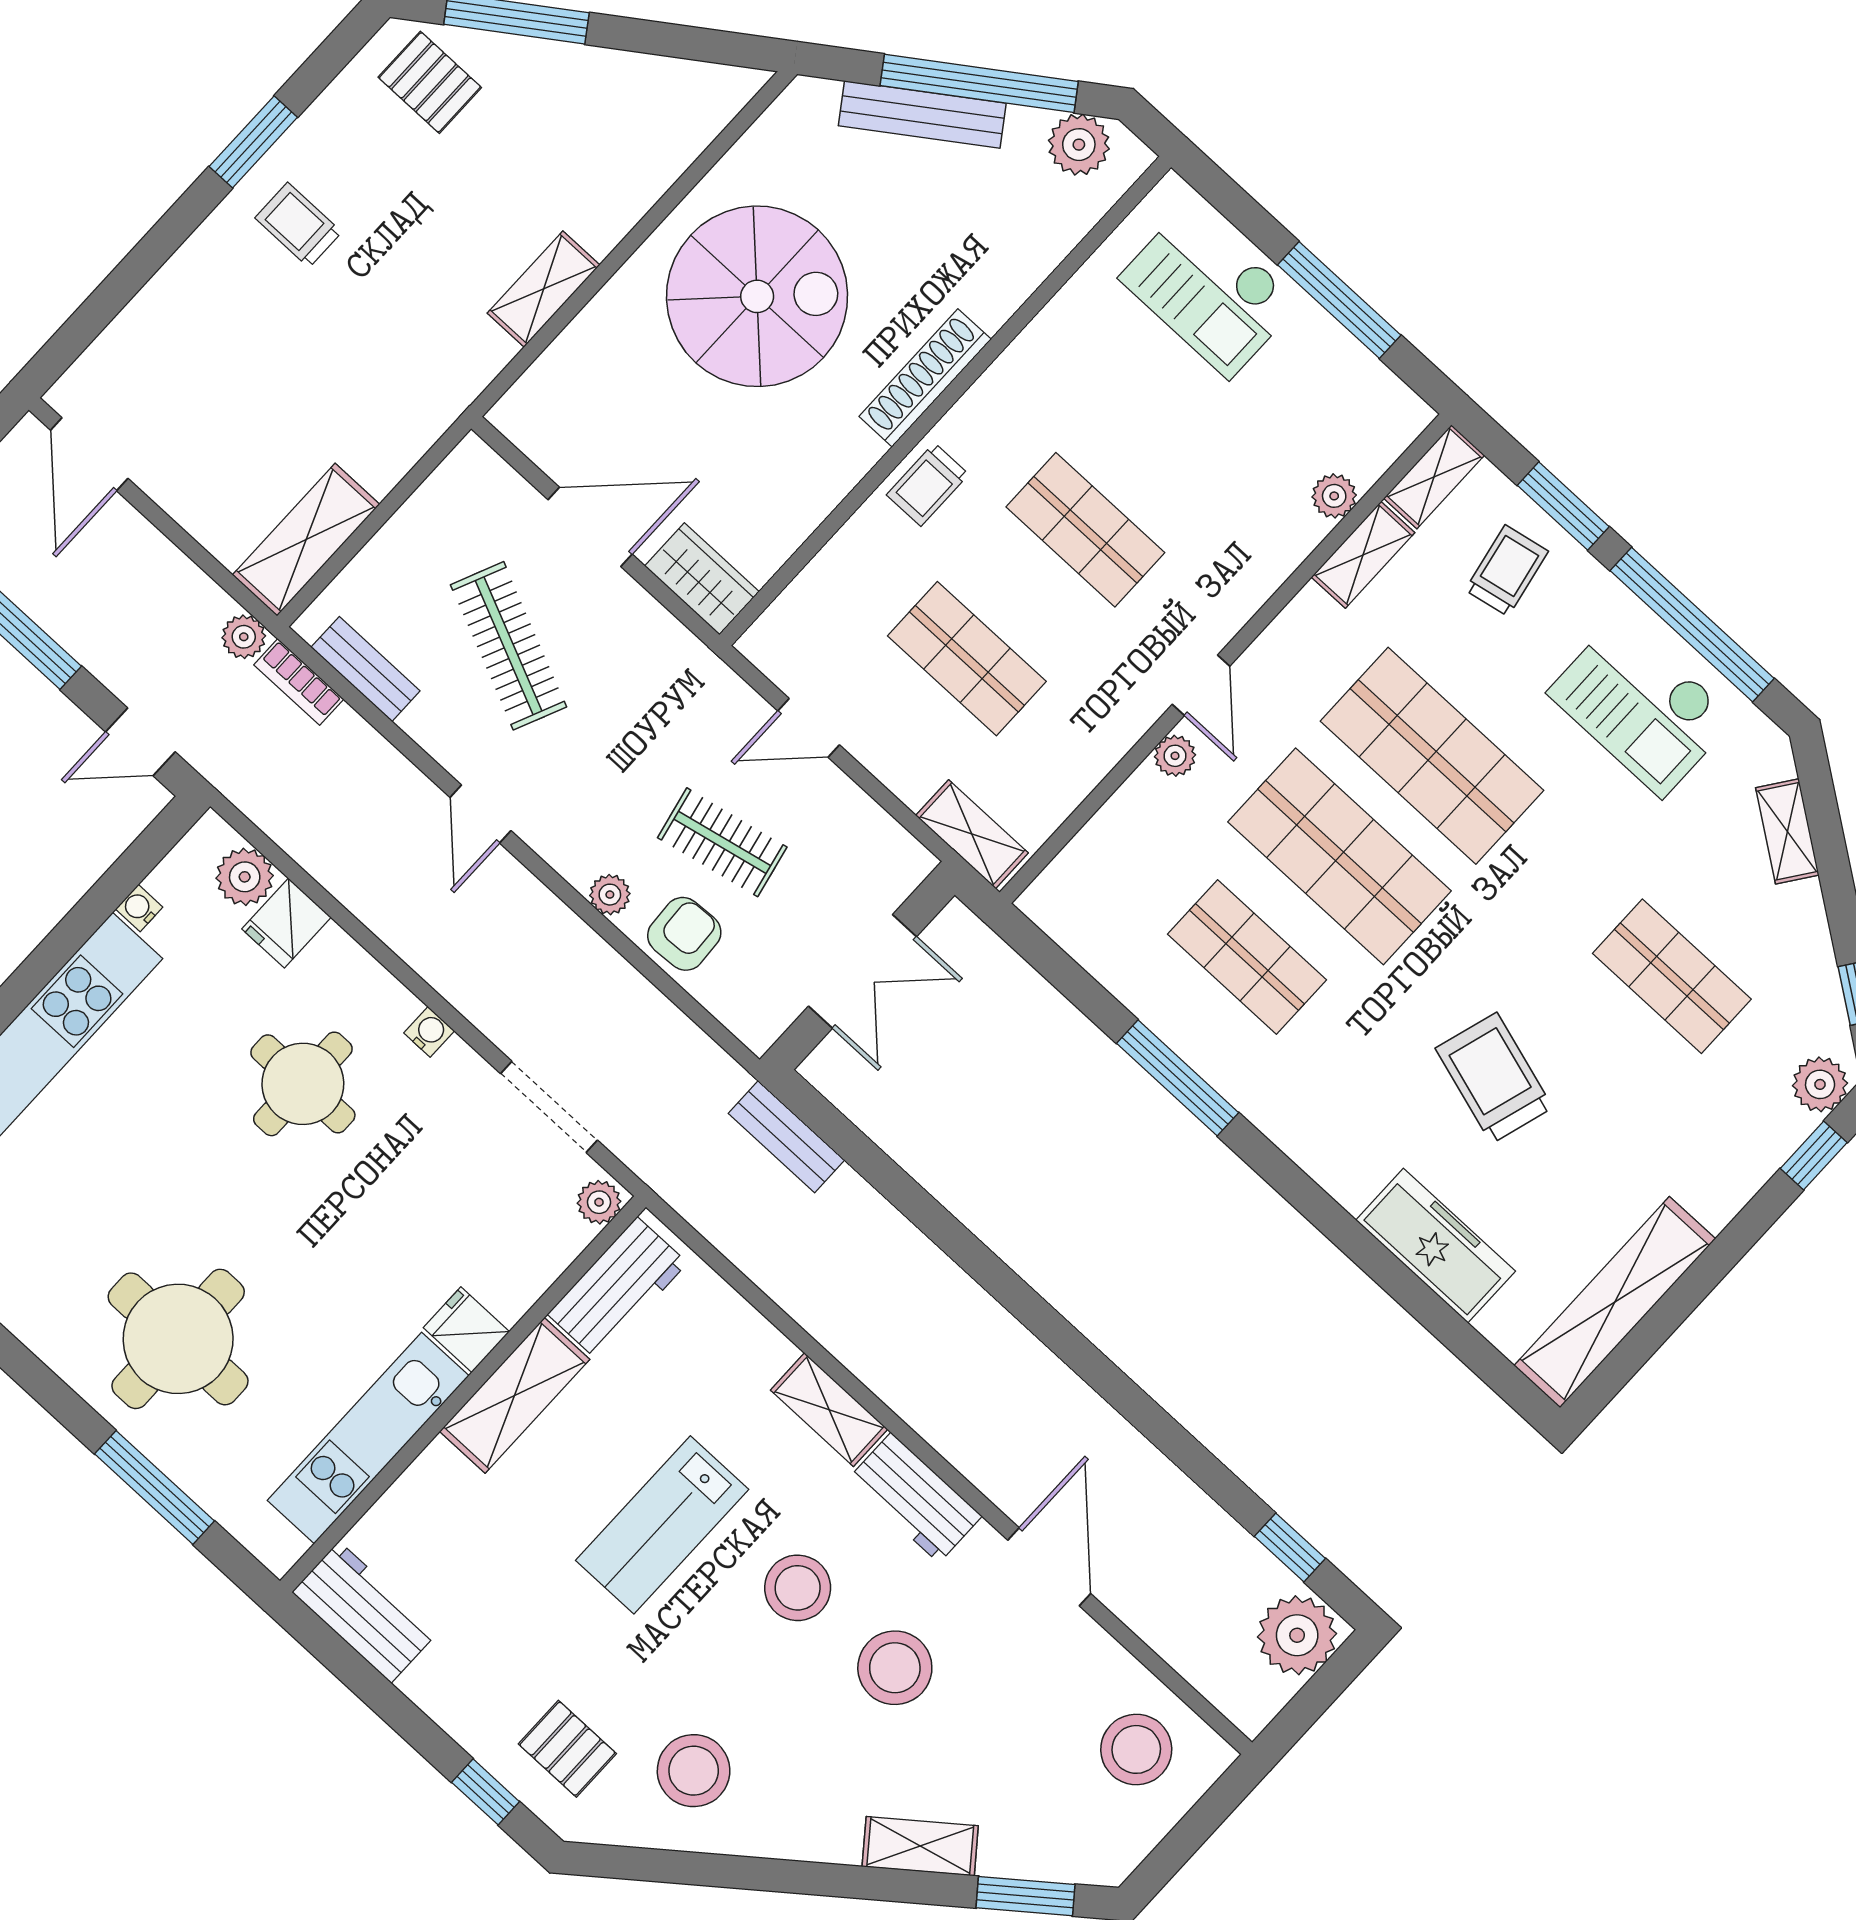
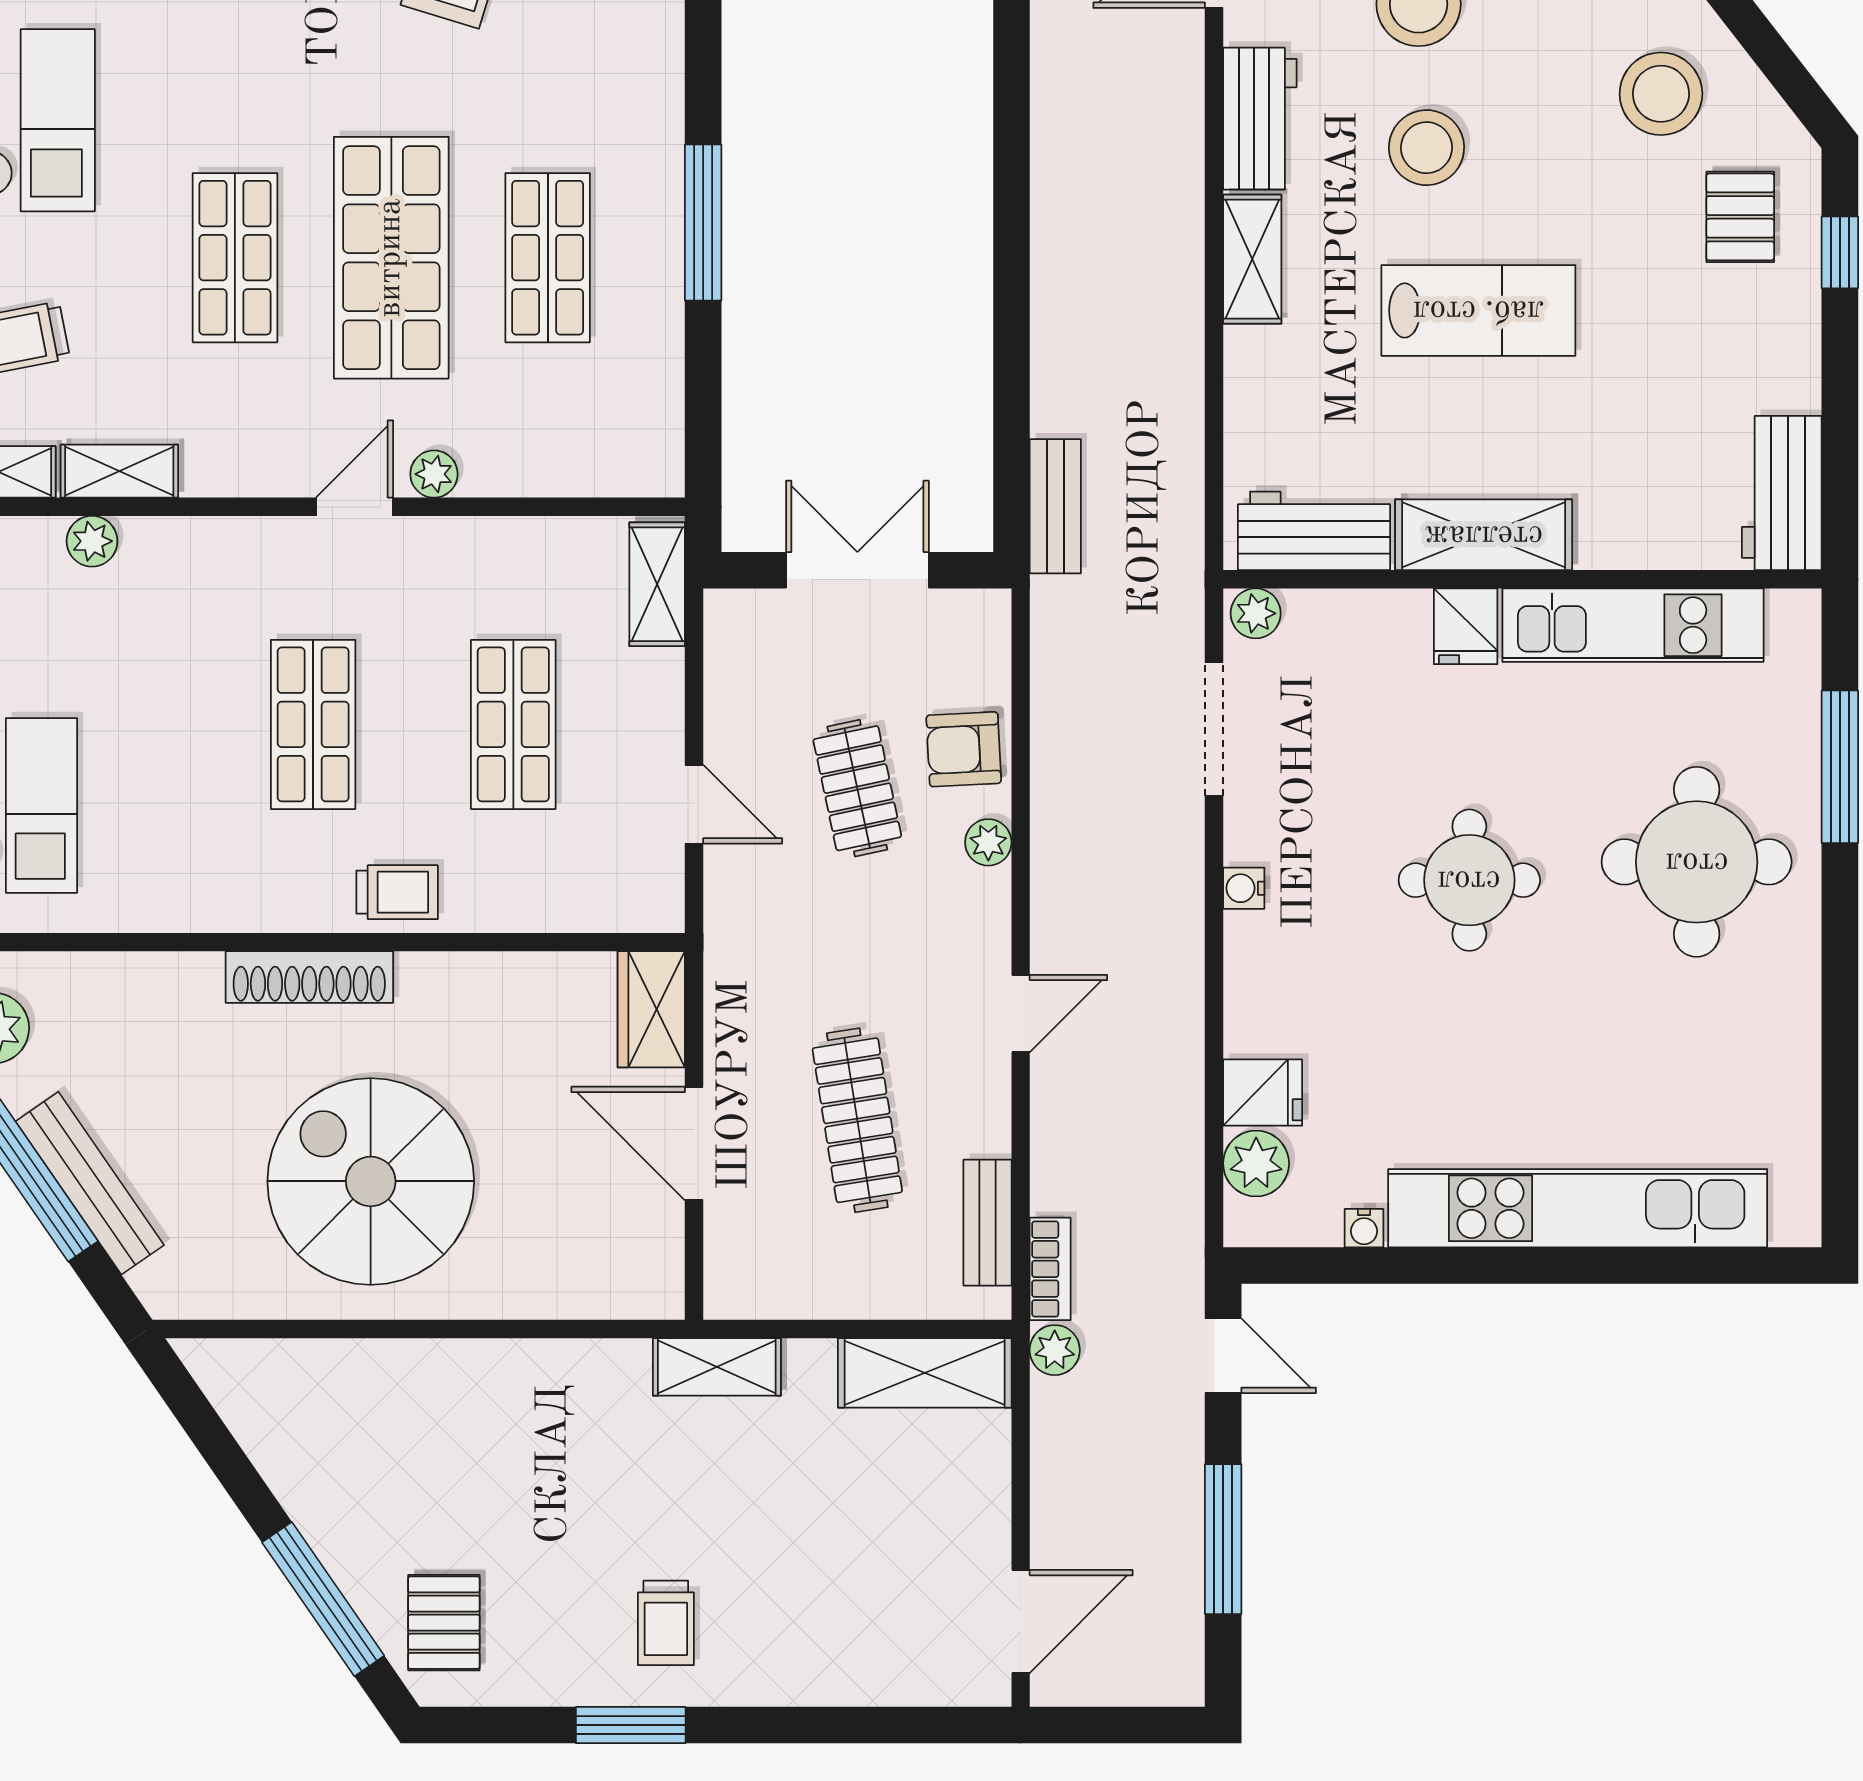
shelving: (544, 289) -> (717, 1367), moved
clothes rail: (509, 646) -> (857, 1120), turned -33
shop shelf: (1432, 756) -> (235, 258), width x0.70, depth x0.74
round table: (303, 1084) -> (1469, 880), moved

